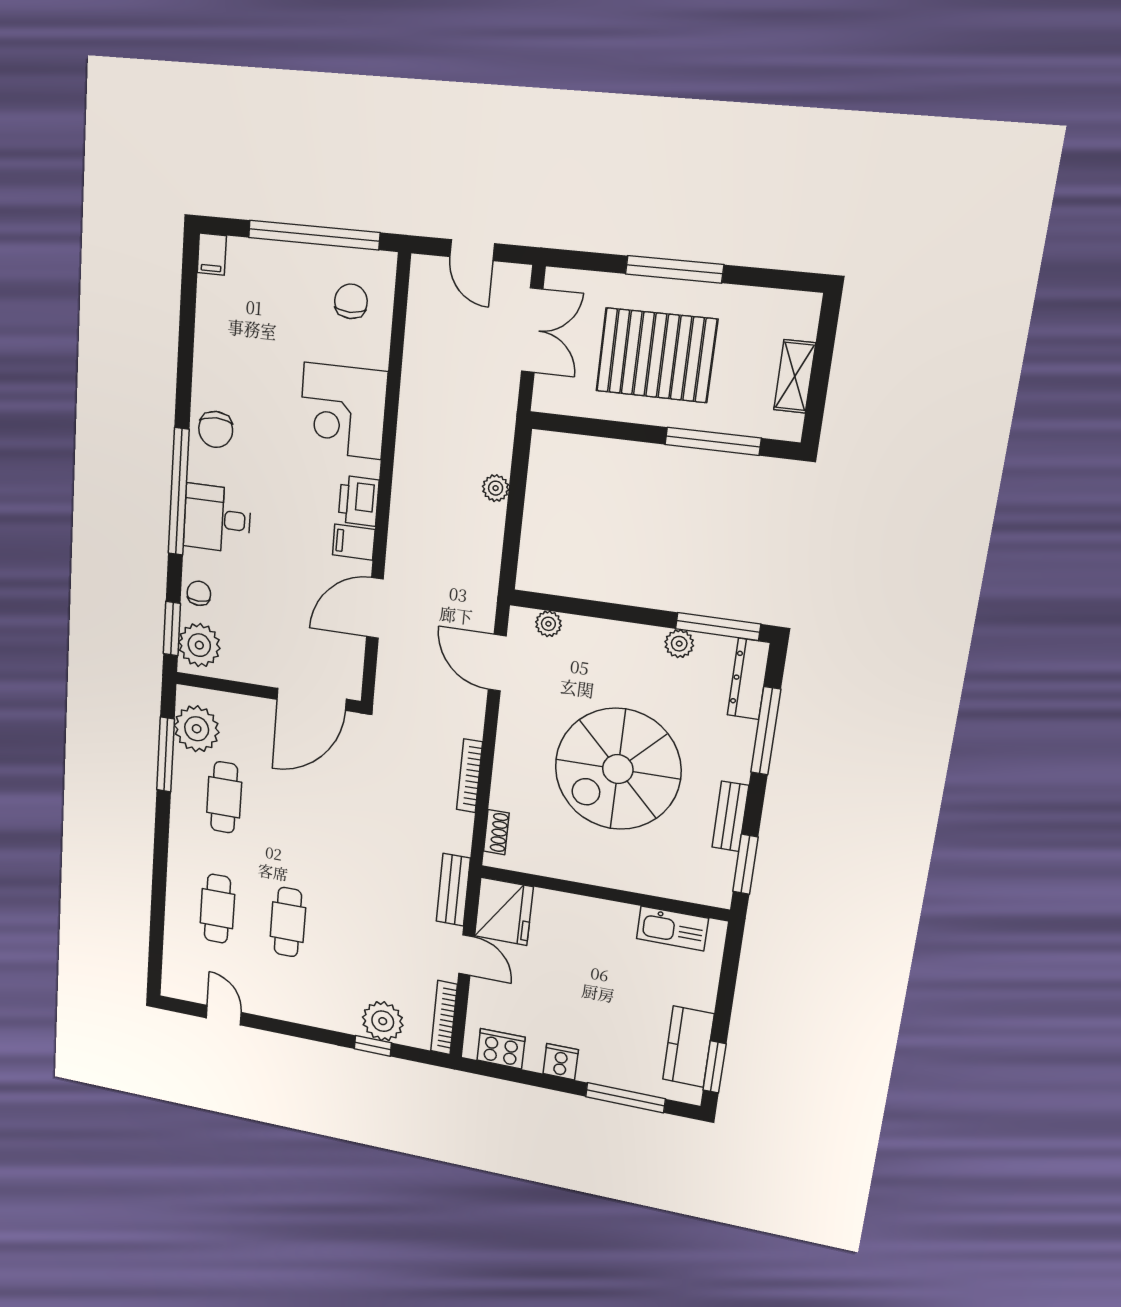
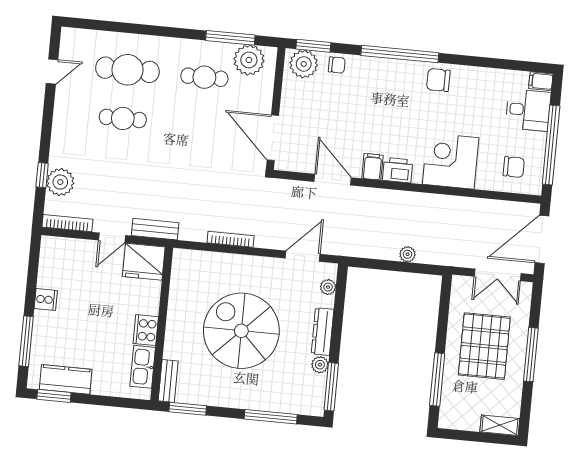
door: (472, 250) -> (542, 239), width x1.87
shelving: (795, 376) -> (500, 425), moved
desk: (217, 519) -> (528, 110), moved, turned 90
dresser: (749, 679) -> (322, 331), moved, turned -90
bench: (730, 816) -> (168, 381), moved, turned 90
shoe rack: (496, 832) -> (195, 256), removed
cafe table: (217, 909) -> (127, 70), width x1.37, depth x1.35
cooker: (501, 1049) -> (146, 330), moved, turned 180

